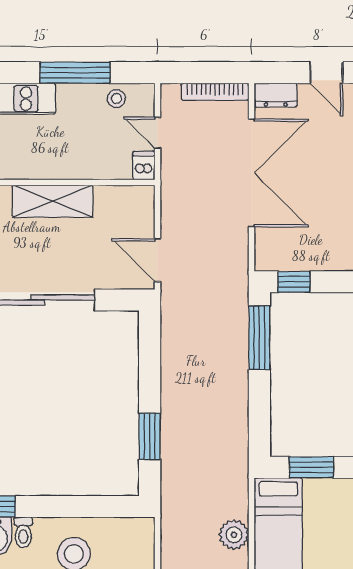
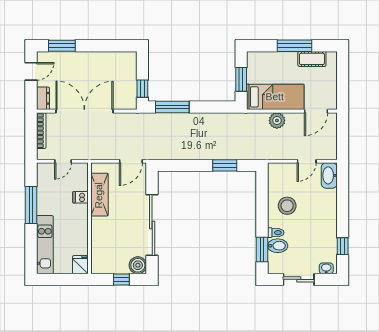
stool: (116, 99) -> (45, 183), removed
dishwasher: (144, 166) -> (81, 197), moved
shelving: (53, 201) -> (99, 195), moved

